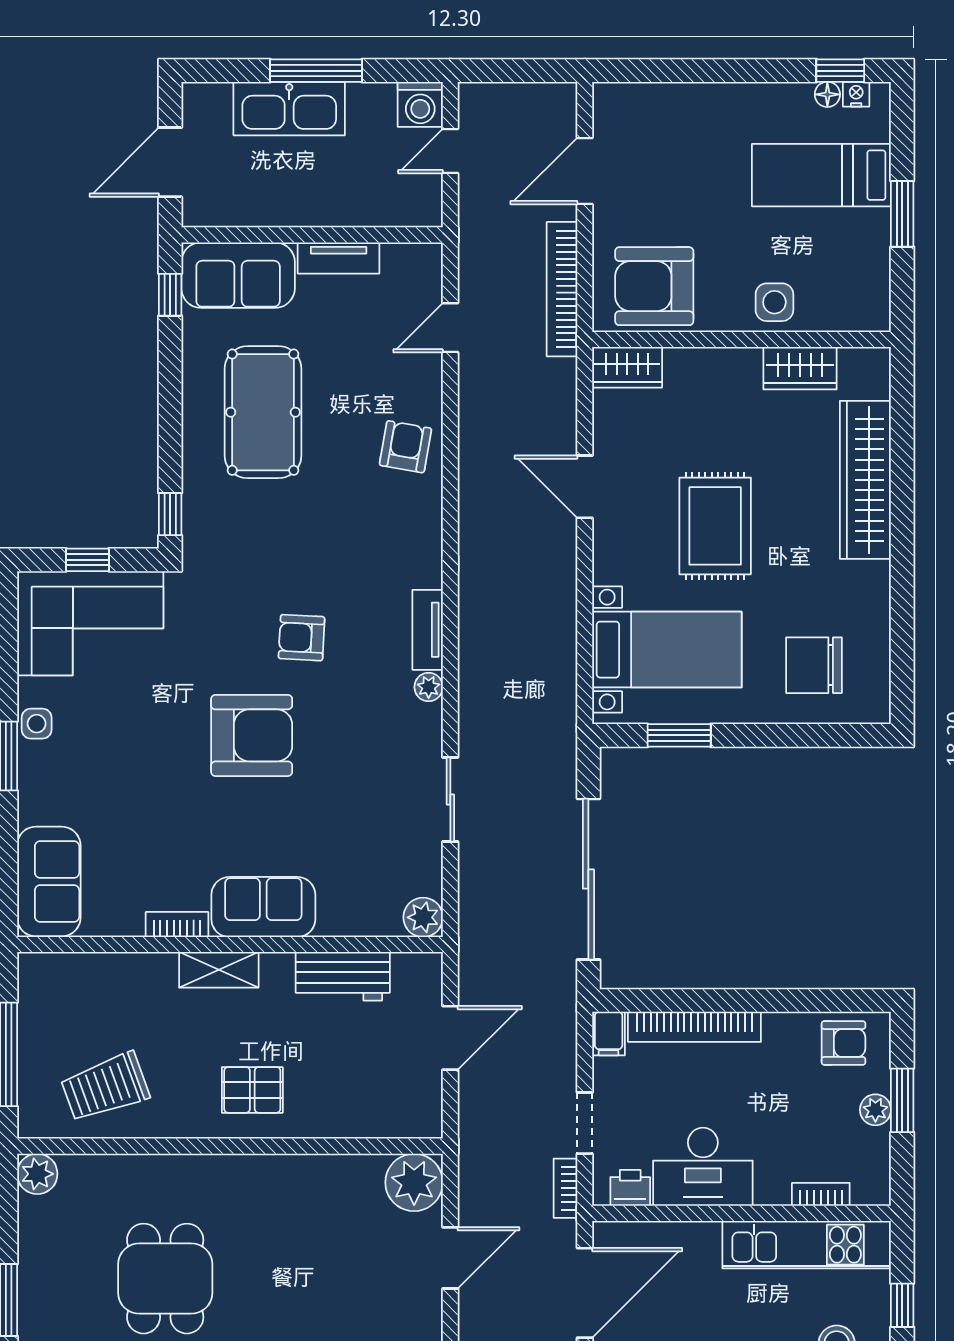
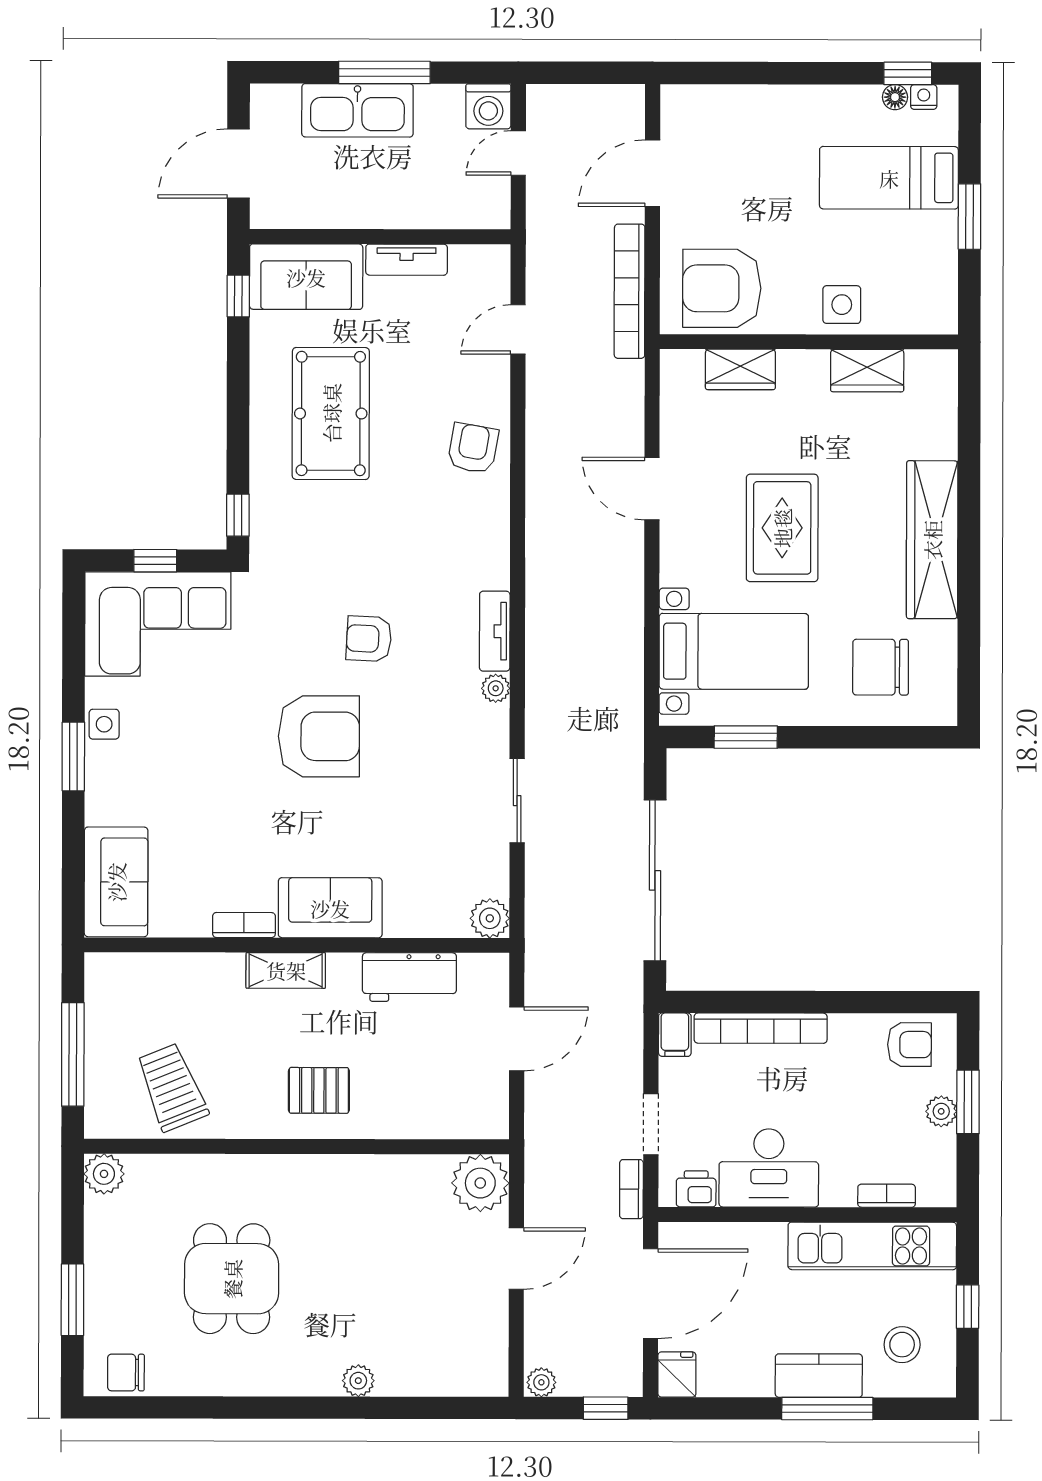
wardrobe: (627, 367) -> (740, 369), moved
wardrobe: (865, 480) -> (932, 540), moved
trolley: (105, 1087) -> (172, 1087), turned 88

